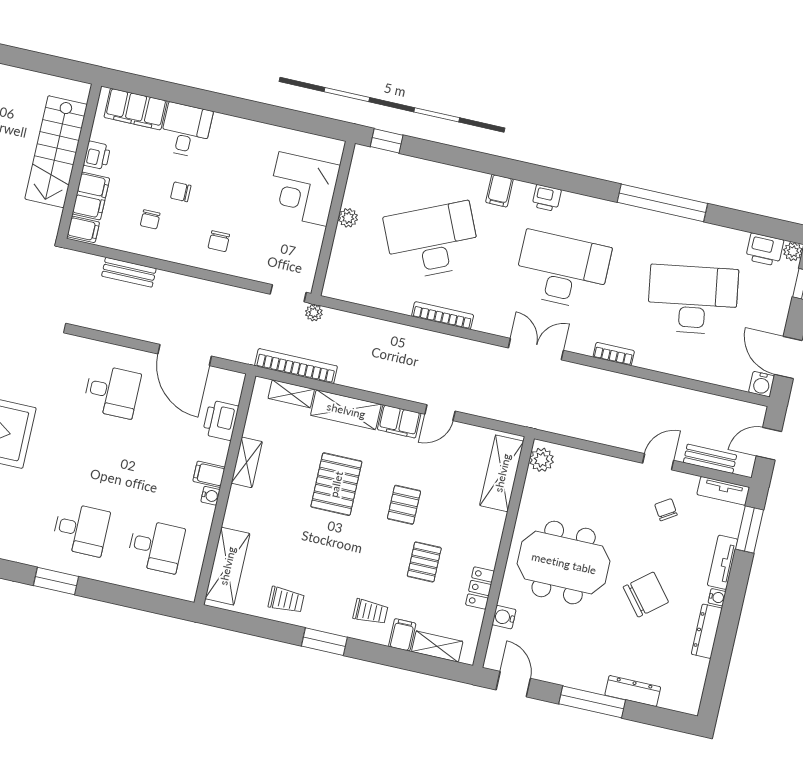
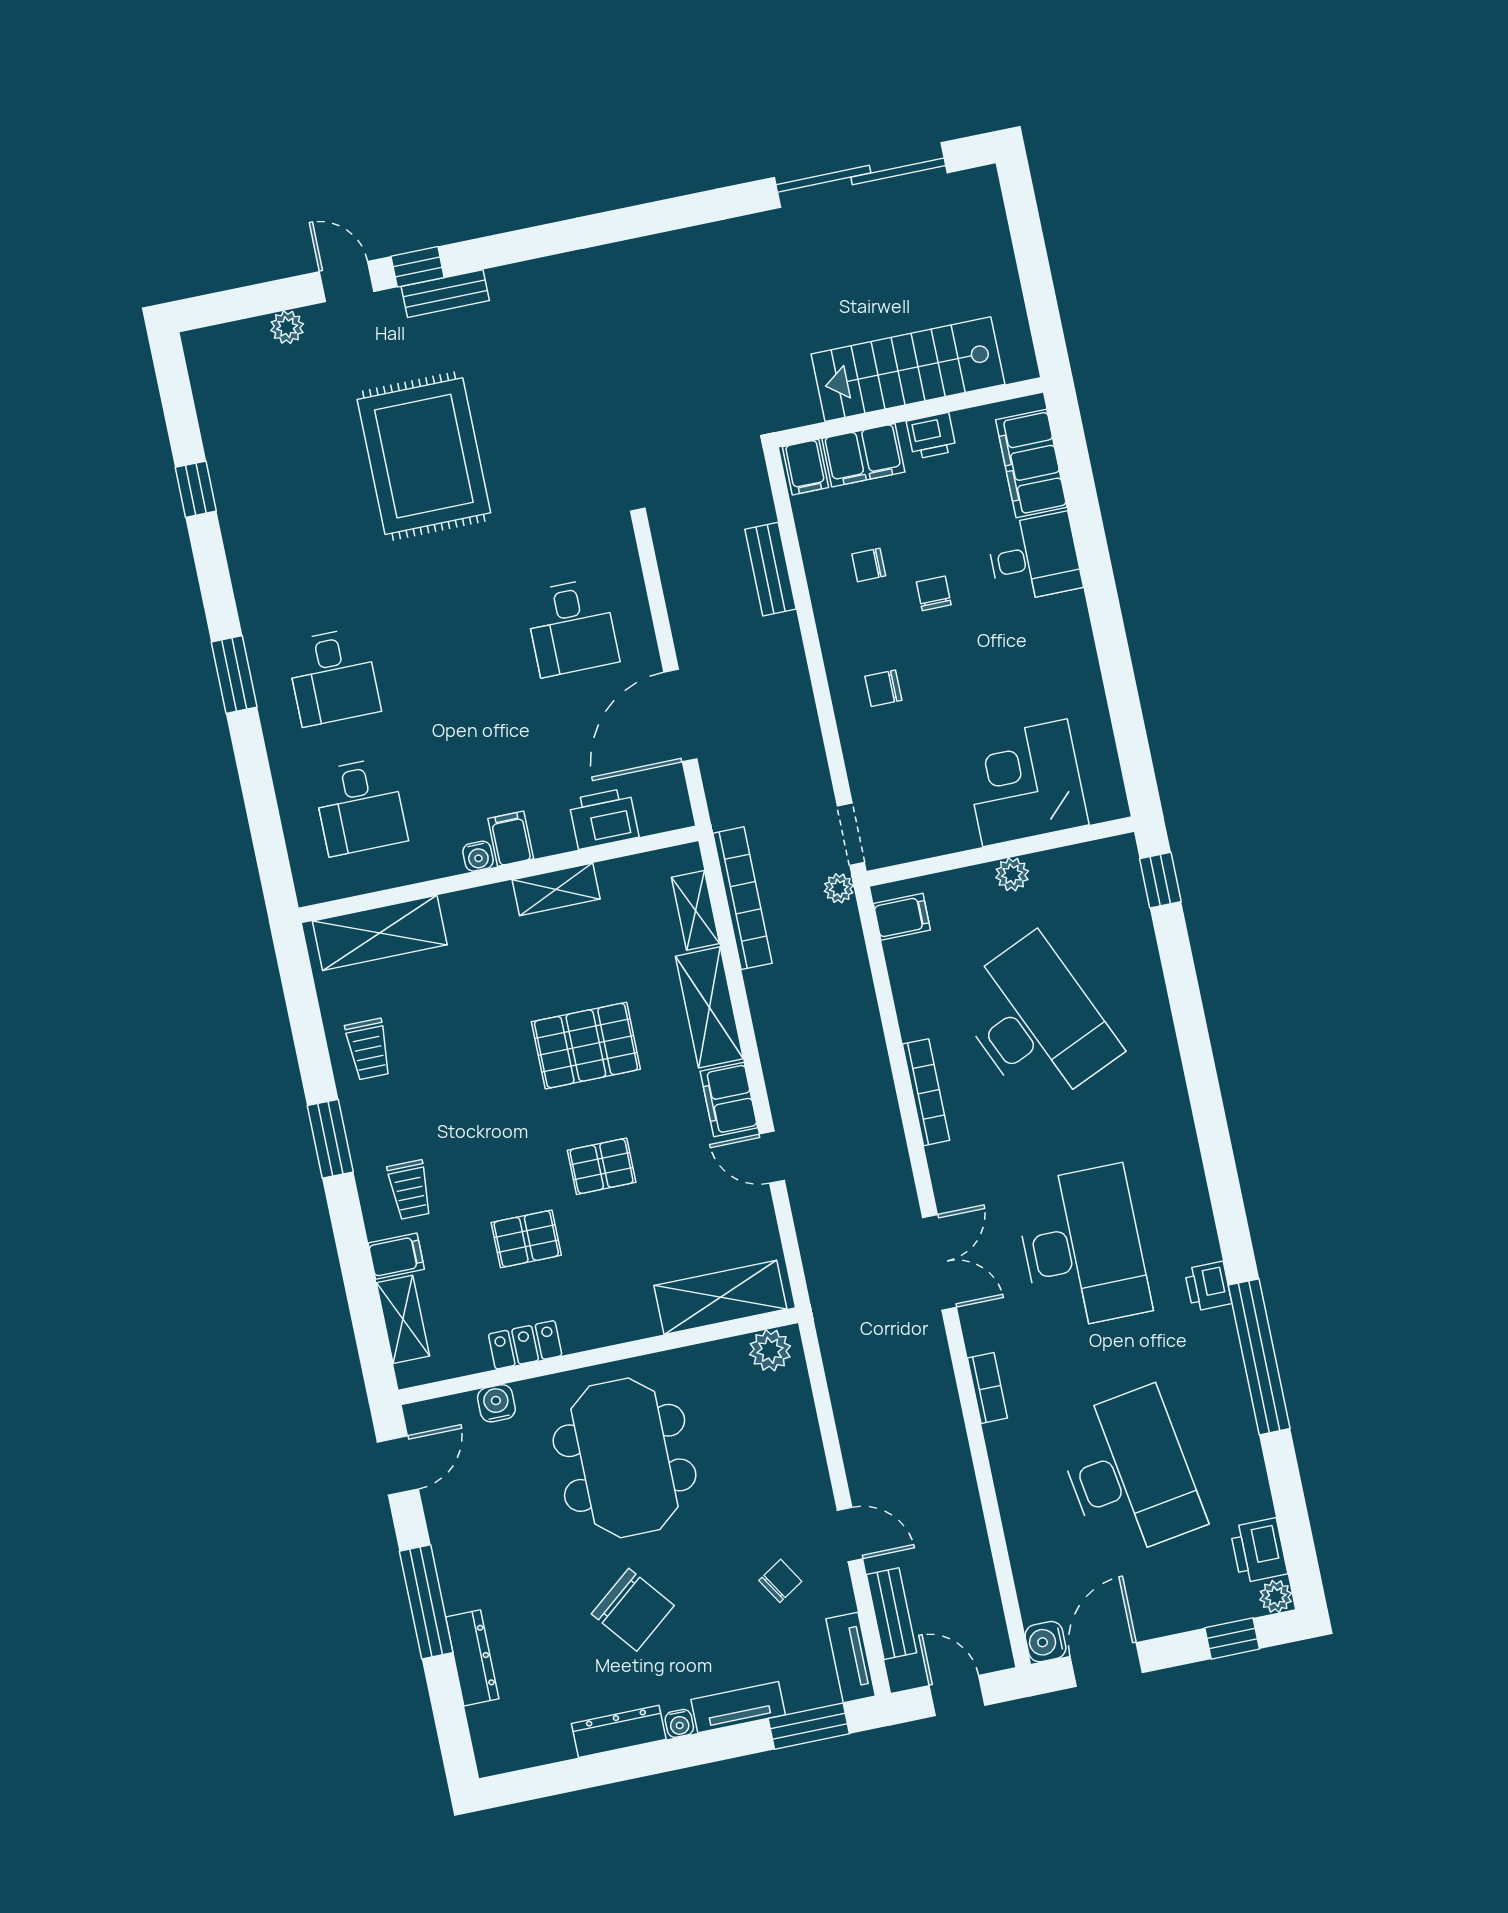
filing cabinet: (499, 191) -> (902, 917), moved, turned 180
printer: (547, 198) -> (1208, 1286), moved

